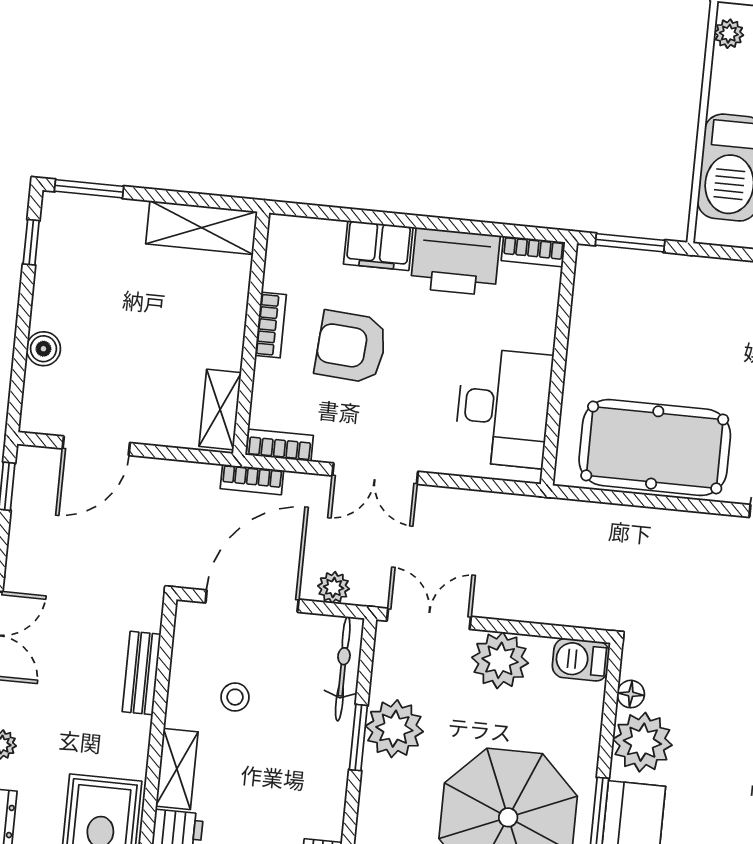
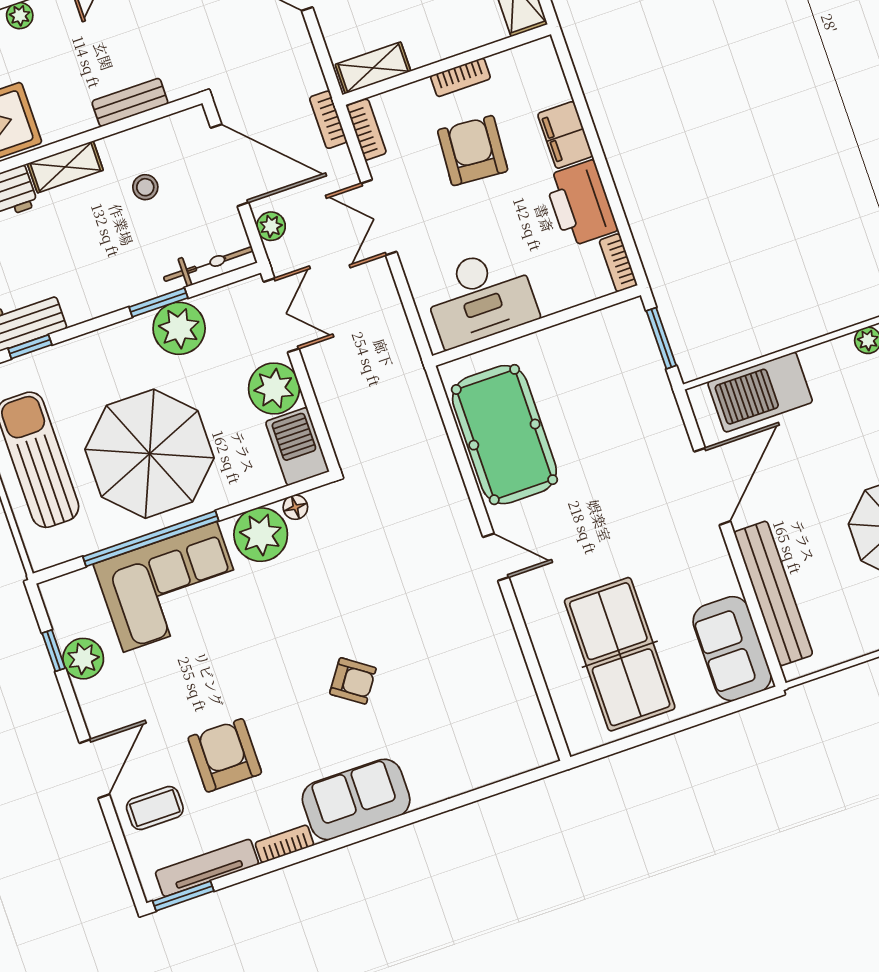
barbecue: (581, 660) -> (297, 447), width x1.38, depth x1.27

